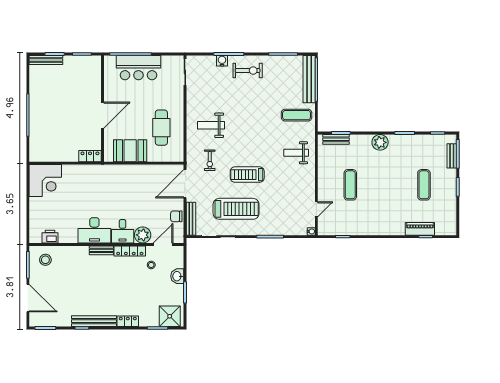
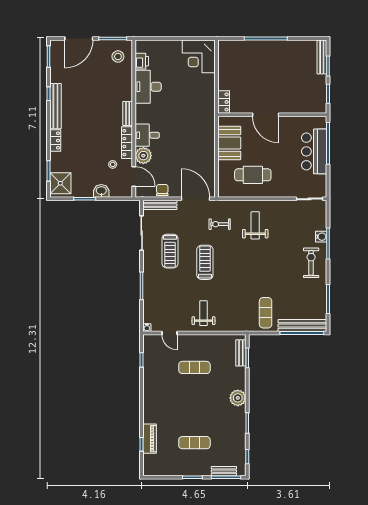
exercise bike: (248, 71) -> (311, 263), turned 180
weight bench: (296, 153) -> (204, 313), moved
treadmill: (236, 209) -> (170, 251), width x0.73, depth x0.73
desk: (94, 230) -> (148, 87), moved

